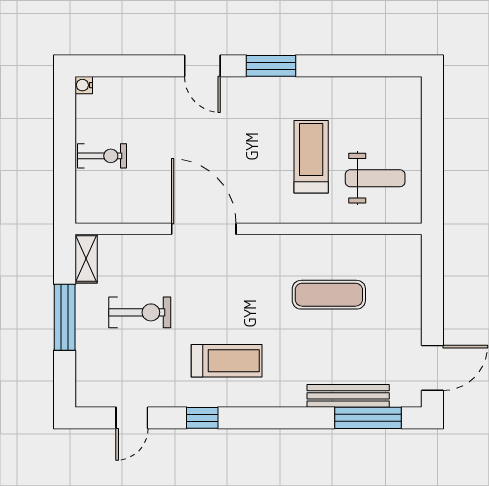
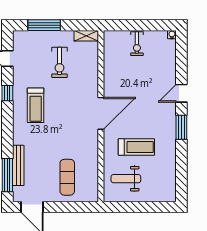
weight bench: (375, 178) -> (126, 179), turned 90
door: (204, 229) -> (101, 113), moved
exercise mat: (329, 295) -> (67, 177), moved
window: (65, 317) -> (44, 25), moved

